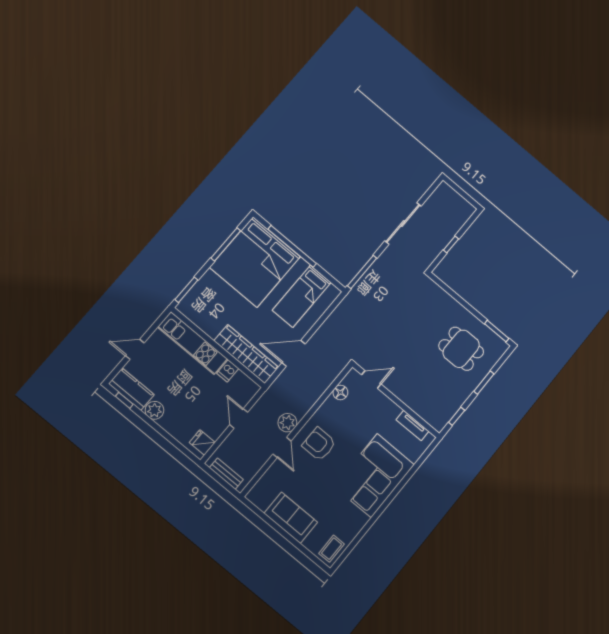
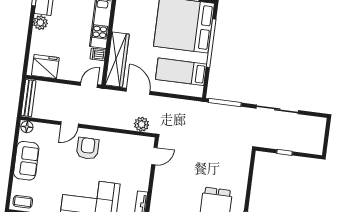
door: (371, 379) -> (154, 156), hinge flipped
floor lamp: (340, 392) -> (27, 127), moved
door: (239, 418) -> (89, 85), moved
plant: (287, 423) -> (142, 124), moved
fridge: (202, 442) -> (45, 67), width x1.88, depth x1.34
bench: (226, 474) -> (28, 98), width x1.36

